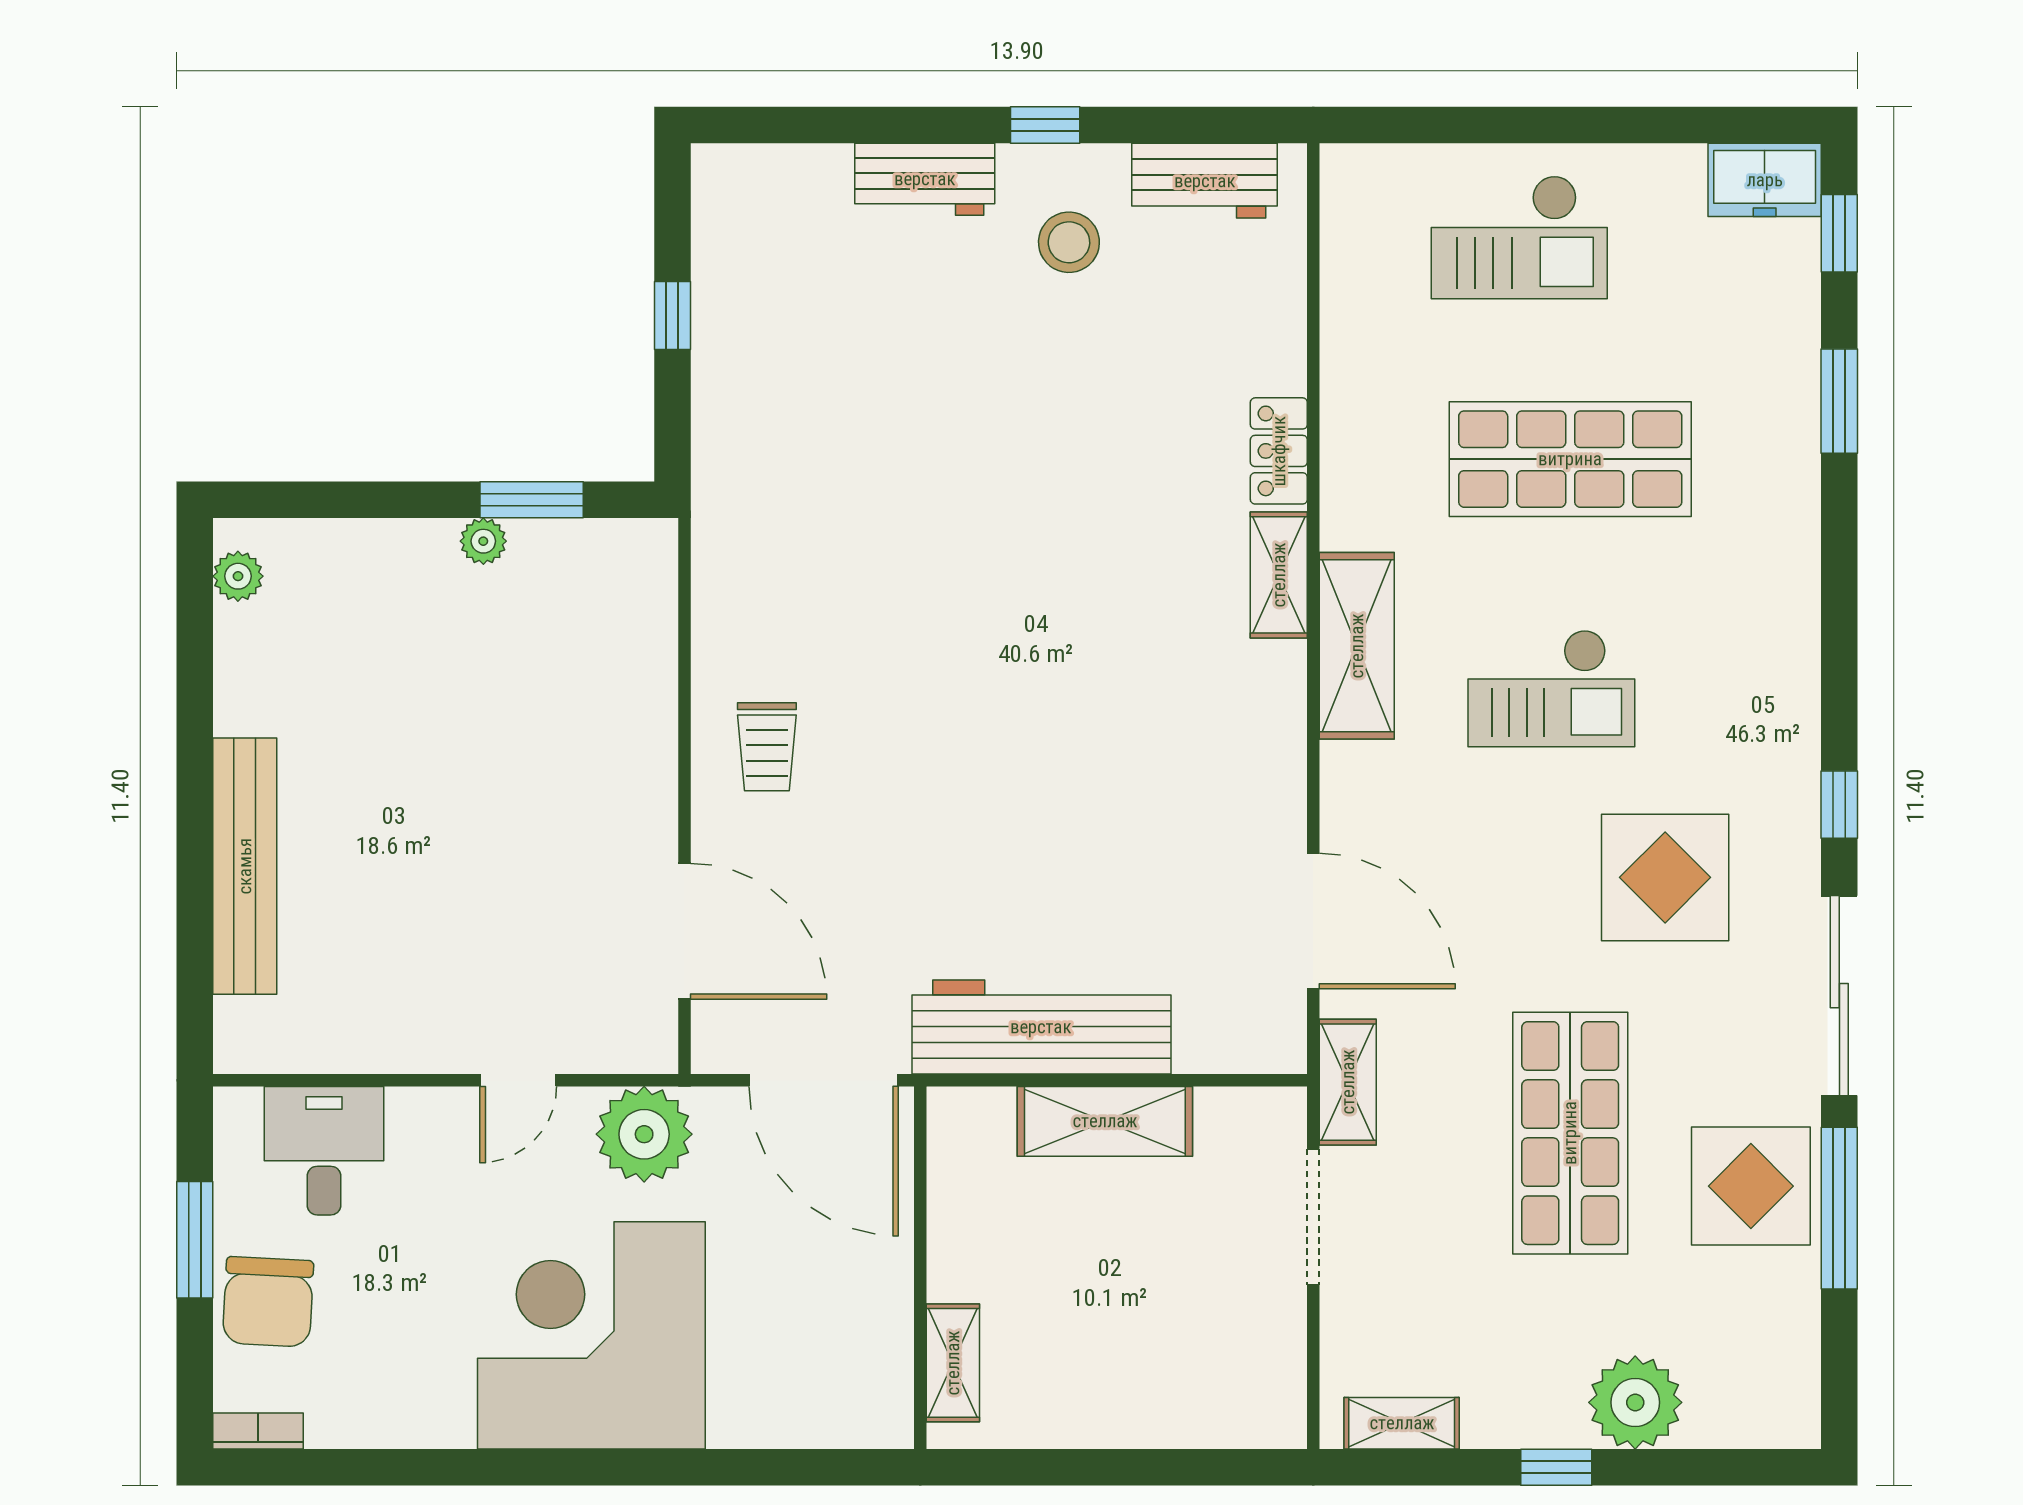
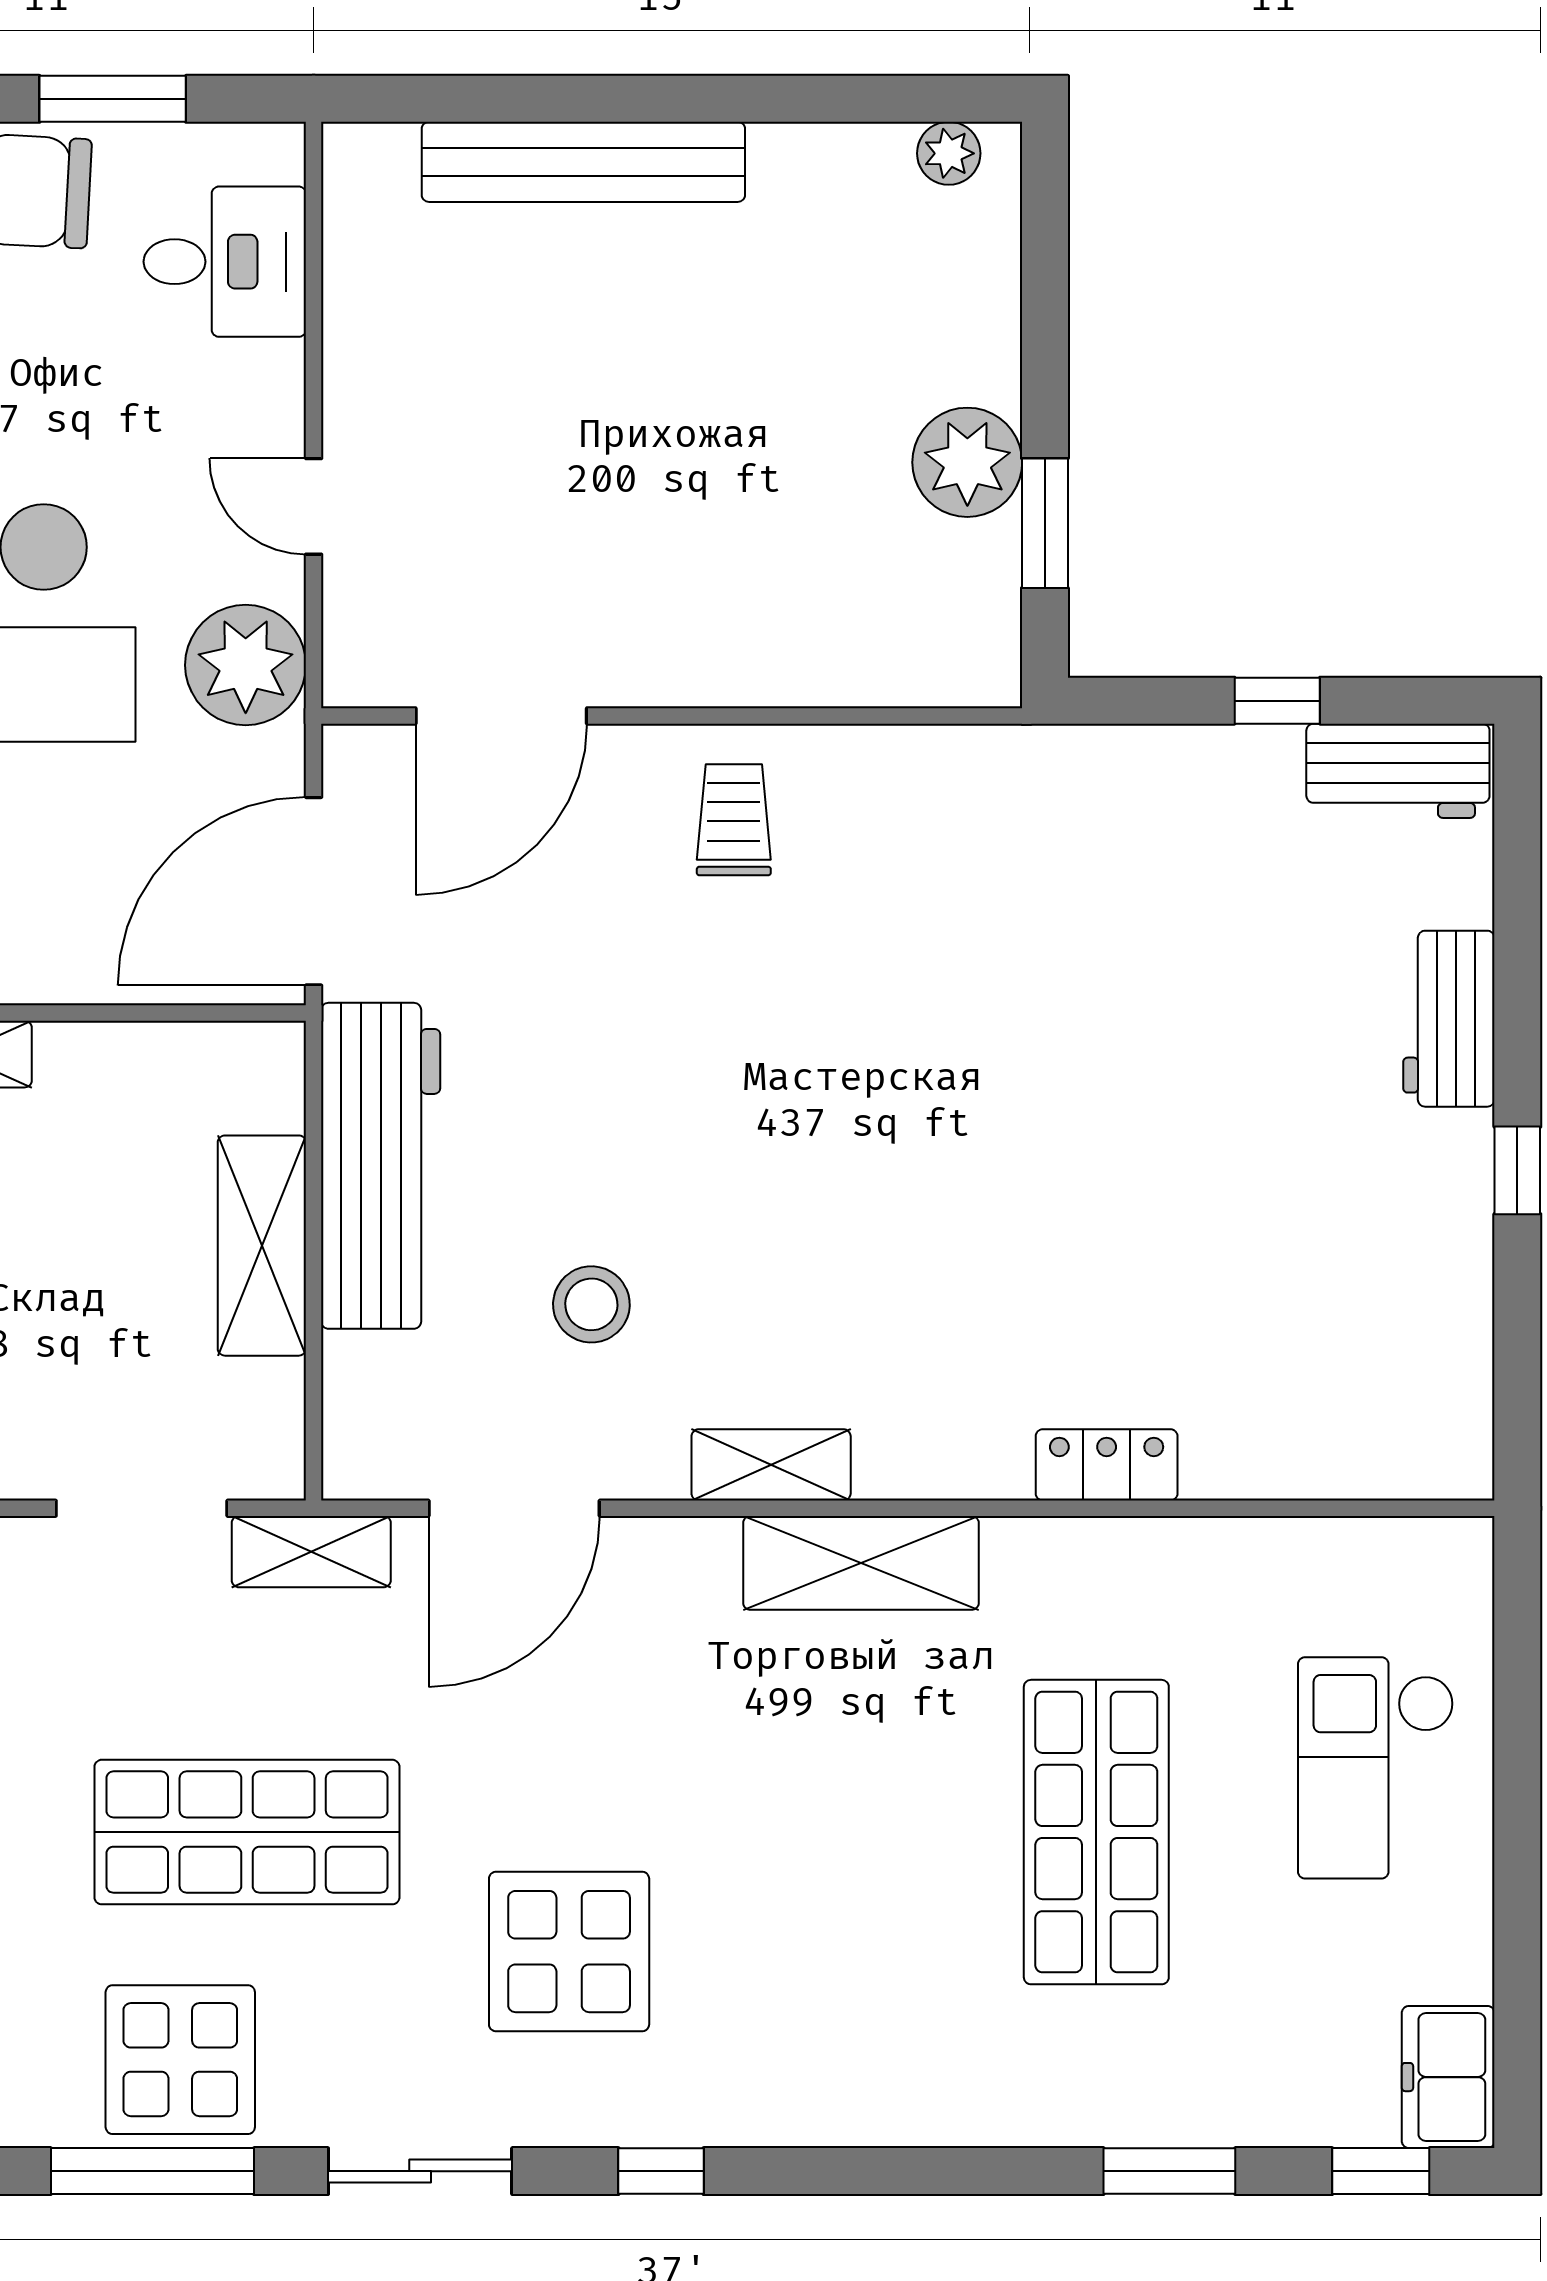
workbench: (1205, 181) -> (1398, 771), moved, turned -90
stool: (1069, 242) -> (591, 1304), moved
plant: (483, 541) -> (967, 462), width x1.88, depth x1.88
shelving: (1279, 575) -> (771, 1465), moved
checkout: (1551, 688) -> (808, 1808), removed
trolley: (767, 747) -> (734, 820), turned 90
sliding door: (1839, 996) -> (420, 2171), width x0.73

